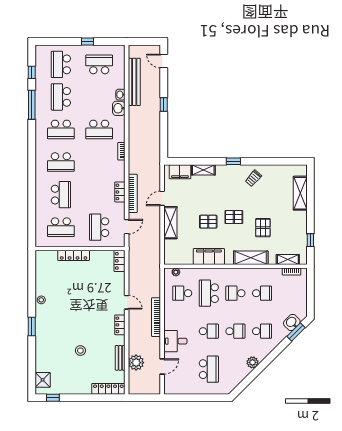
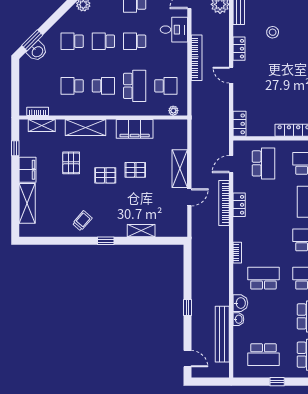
filing cabinet: (180, 172) -> (28, 170), moved, turned 90
stool: (80, 351) -> (273, 32), moved

